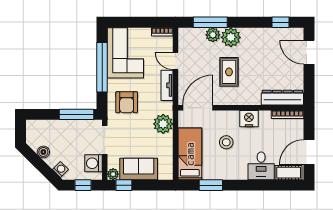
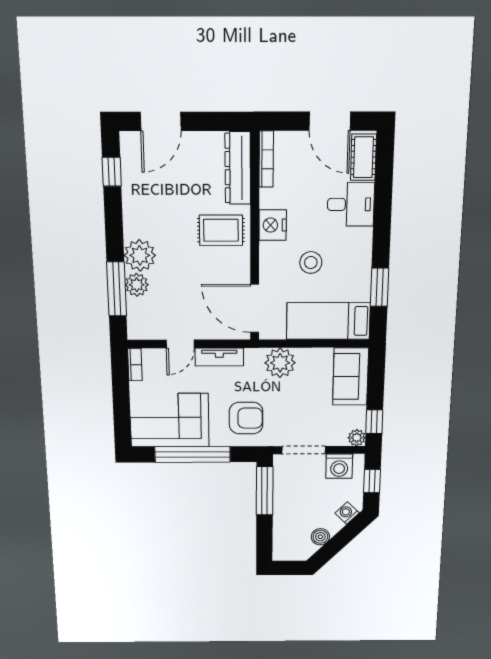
rug: (229, 72) -> (221, 230), moved
sofa: (139, 169) -> (351, 377), moved

